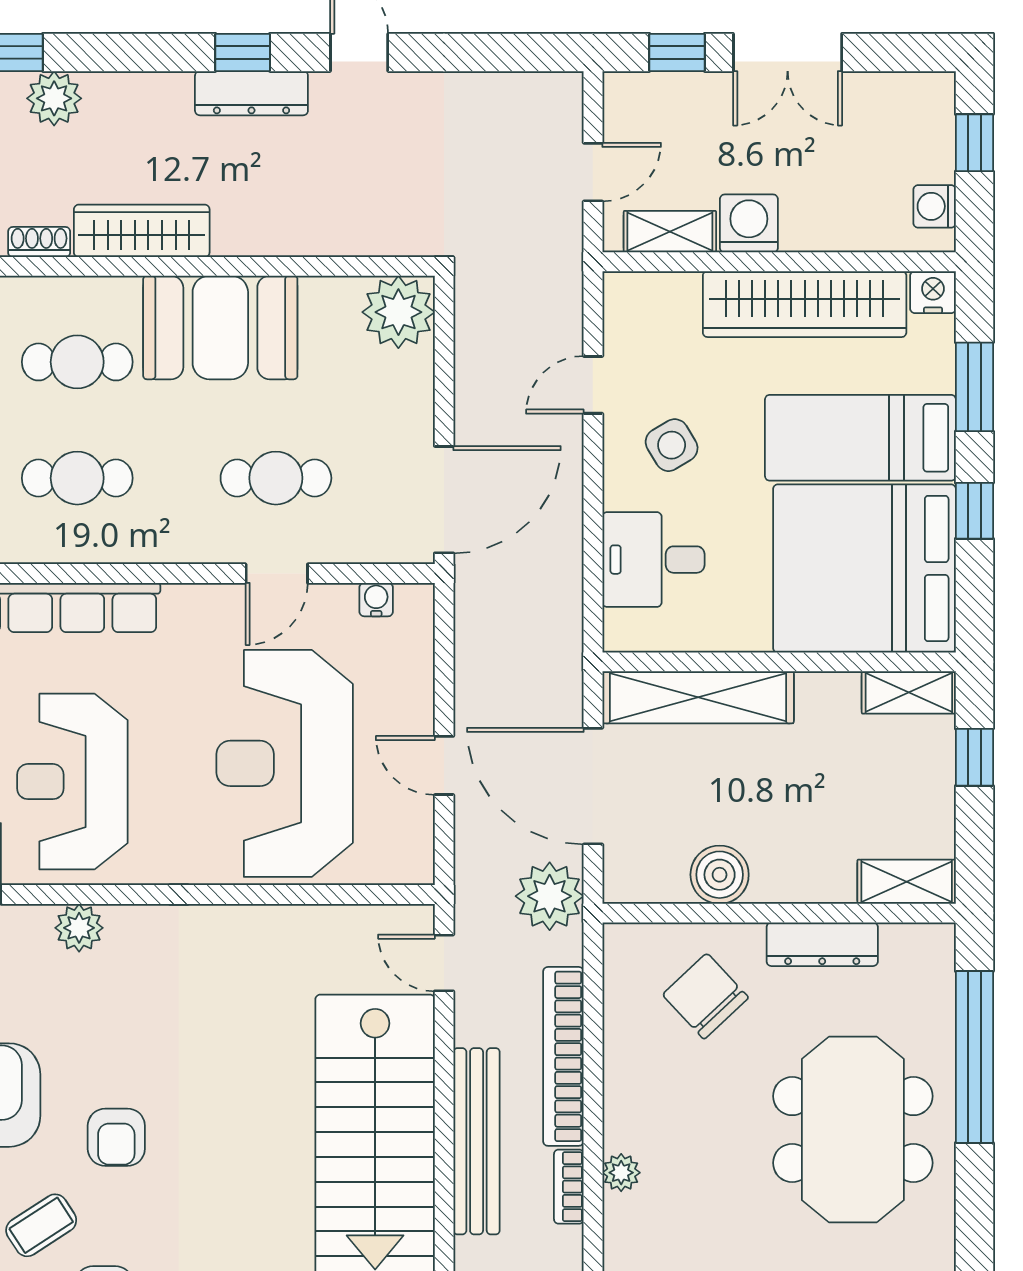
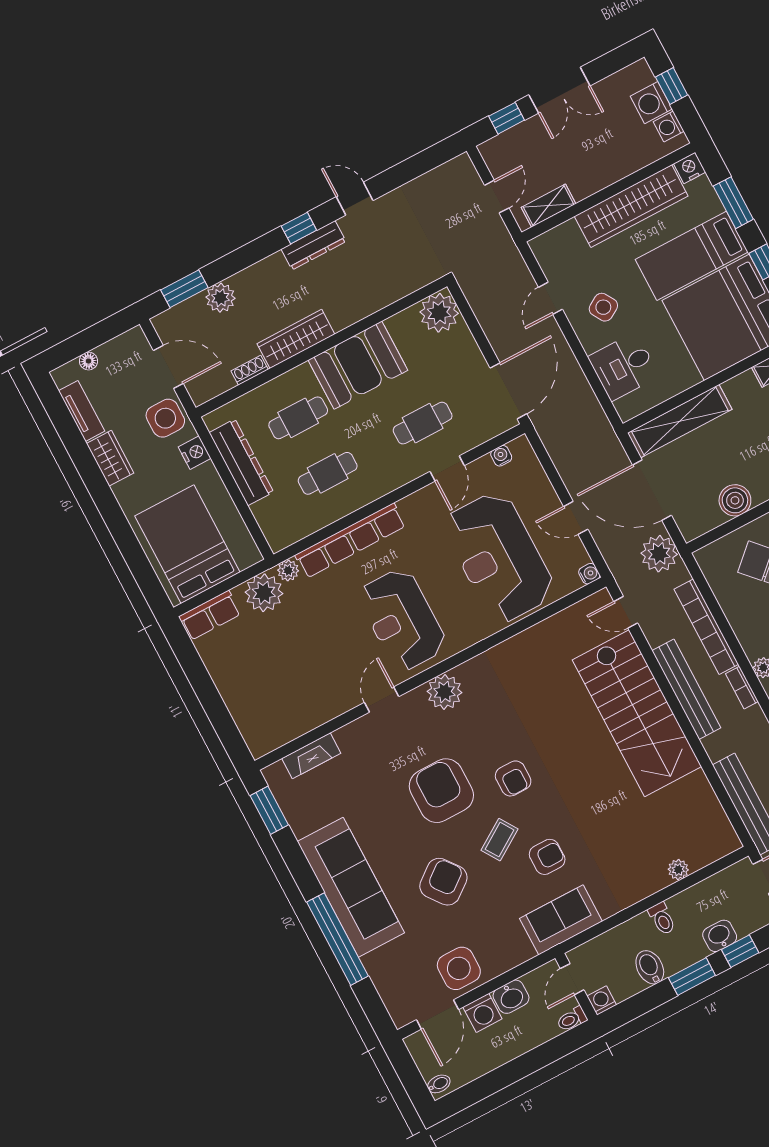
washing machine: (749, 223) -> (651, 103), moved, turned -90
water cooler: (418, 868) -> (589, 574), added
plant: (79, 928) -> (444, 692), width x1.36, depth x1.36

